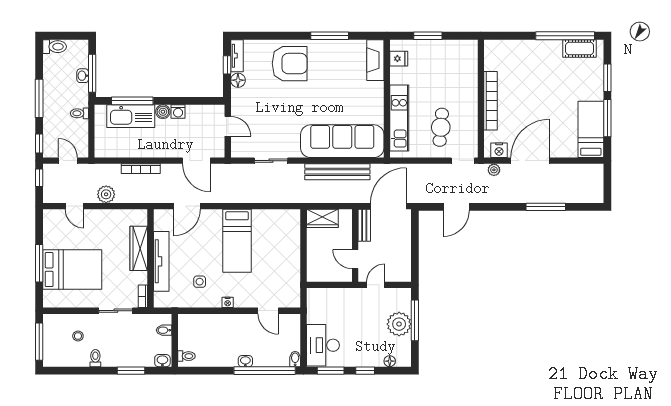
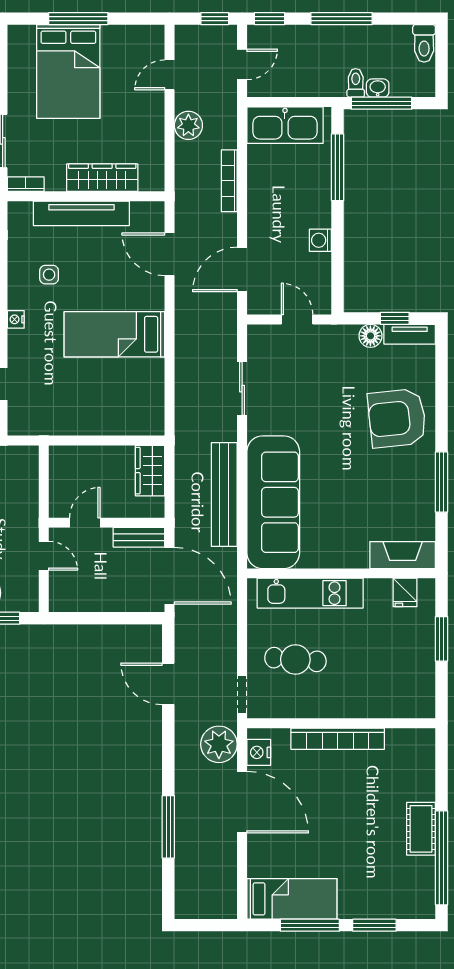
cot: (580, 48) -> (421, 829), moved
armchair: (290, 64) -> (397, 418), turned 84
boiler: (163, 112) -> (320, 216), removed
toilet: (79, 113) -> (356, 83), moved
kitchen sink: (131, 116) -> (285, 125), moved, turned -90
door: (228, 126) -> (297, 320), swing flipped
plant: (494, 170) -> (219, 744), width x1.88, depth x1.88

